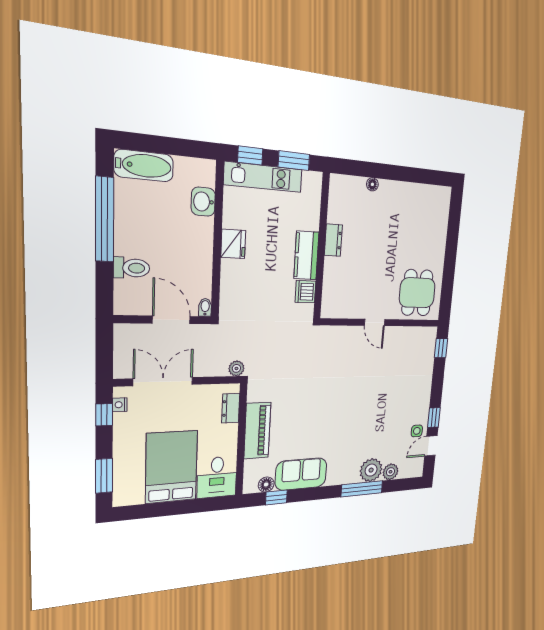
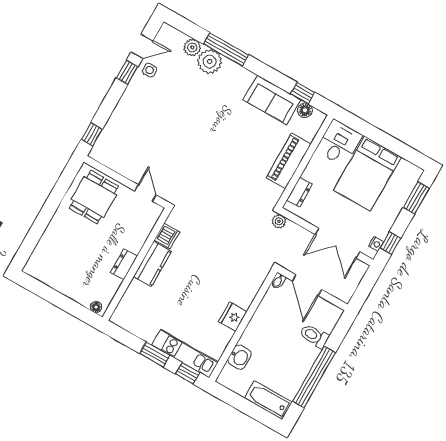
dresser: (333, 240) -> (124, 264), moved
wall: (321, 247) -> (137, 264), moved
kitchen counter: (306, 255) -> (152, 264), moved
dishwasher: (306, 292) -> (167, 236), moved

